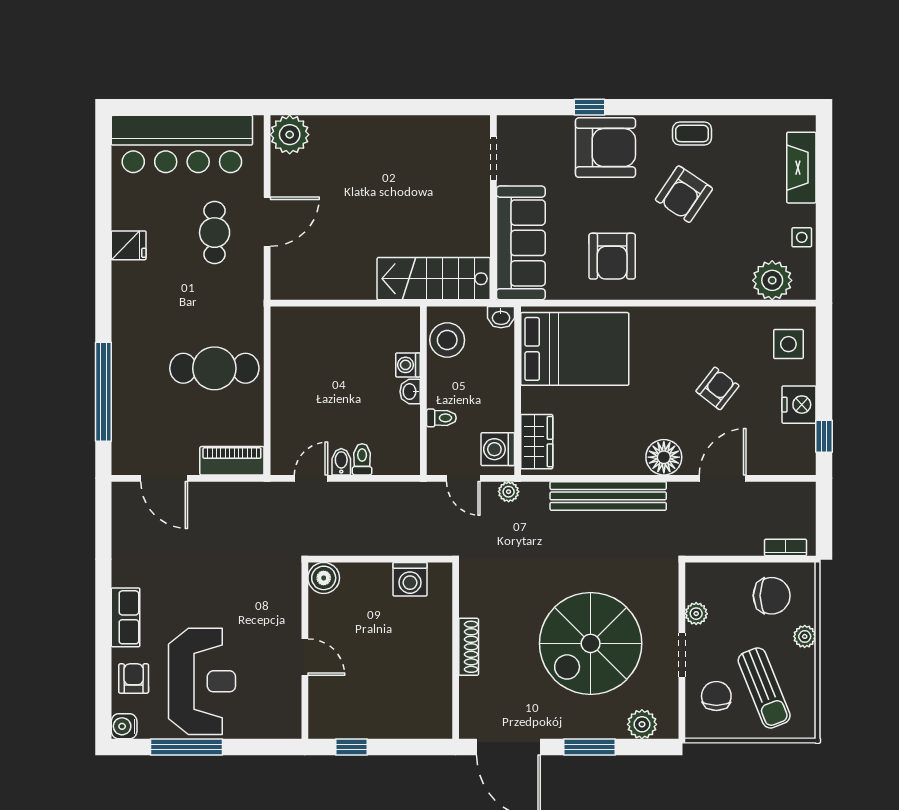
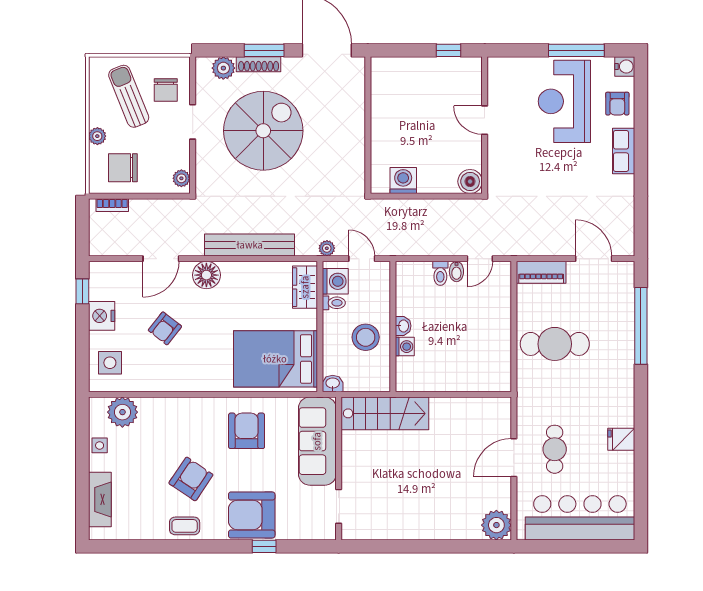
stool: (447, 340) -> (366, 337), moved
toilet: (441, 418) -> (334, 303), moved, turned 180
plant: (696, 614) -> (181, 178), moved
shoe rack: (469, 647) -> (259, 64), moved, turned -90

